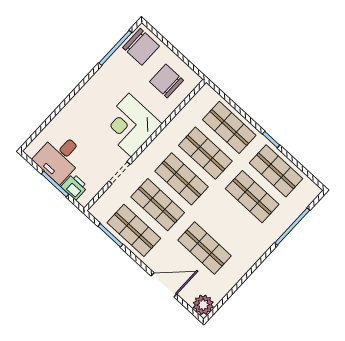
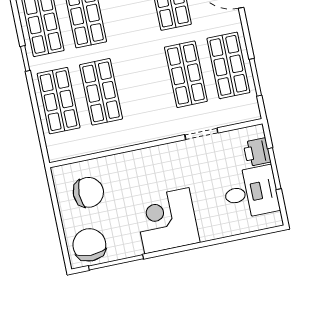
chair: (166, 81) -> (88, 192), turned -90
corner desk: (130, 125) -> (167, 221), moved, turned 180
shop shelf: (182, 179) -> (143, 83), removed

